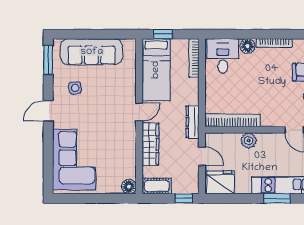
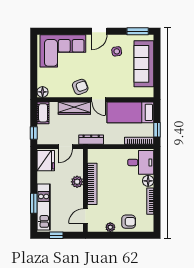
window: (163, 34) -> (157, 130), moved
door: (48, 111) -> (99, 31), swing flipped
bookcase: (233, 120) -> (92, 184), moved
armchair: (122, 137) -> (80, 87), added

